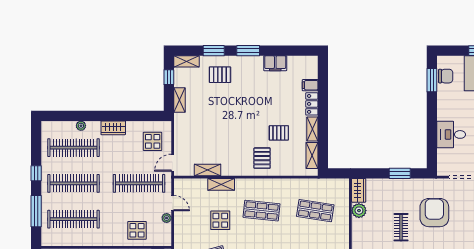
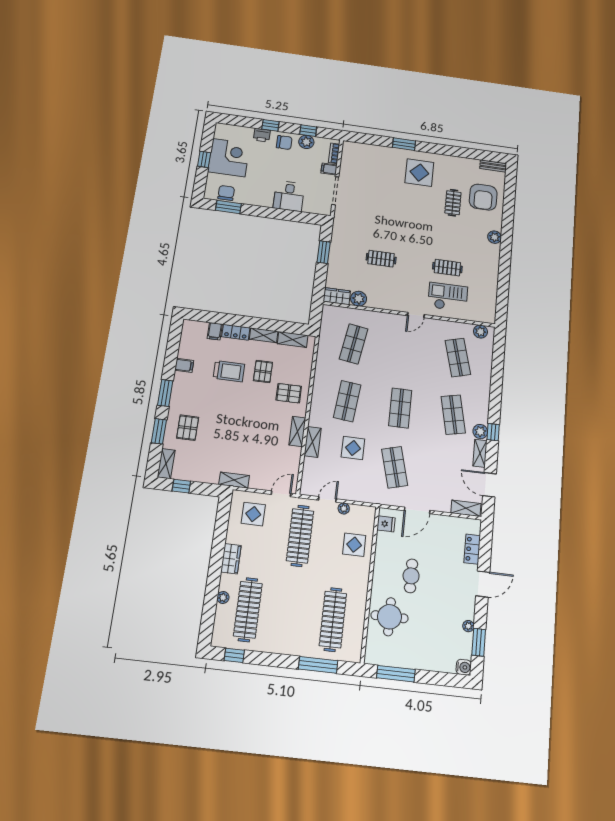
filing cabinet: (275, 63) -> (184, 365), width x0.50
shelving: (179, 100) -> (234, 480), moved
trolley: (275, 103) -> (229, 371), added
door: (173, 163) -> (281, 494), swing flipped
shelving: (208, 170) -> (297, 431), moved
window: (36, 173) -> (234, 655), moved
clothes rail: (73, 183) -> (290, 615), removed
armchair: (434, 213) -> (369, 224), removed

